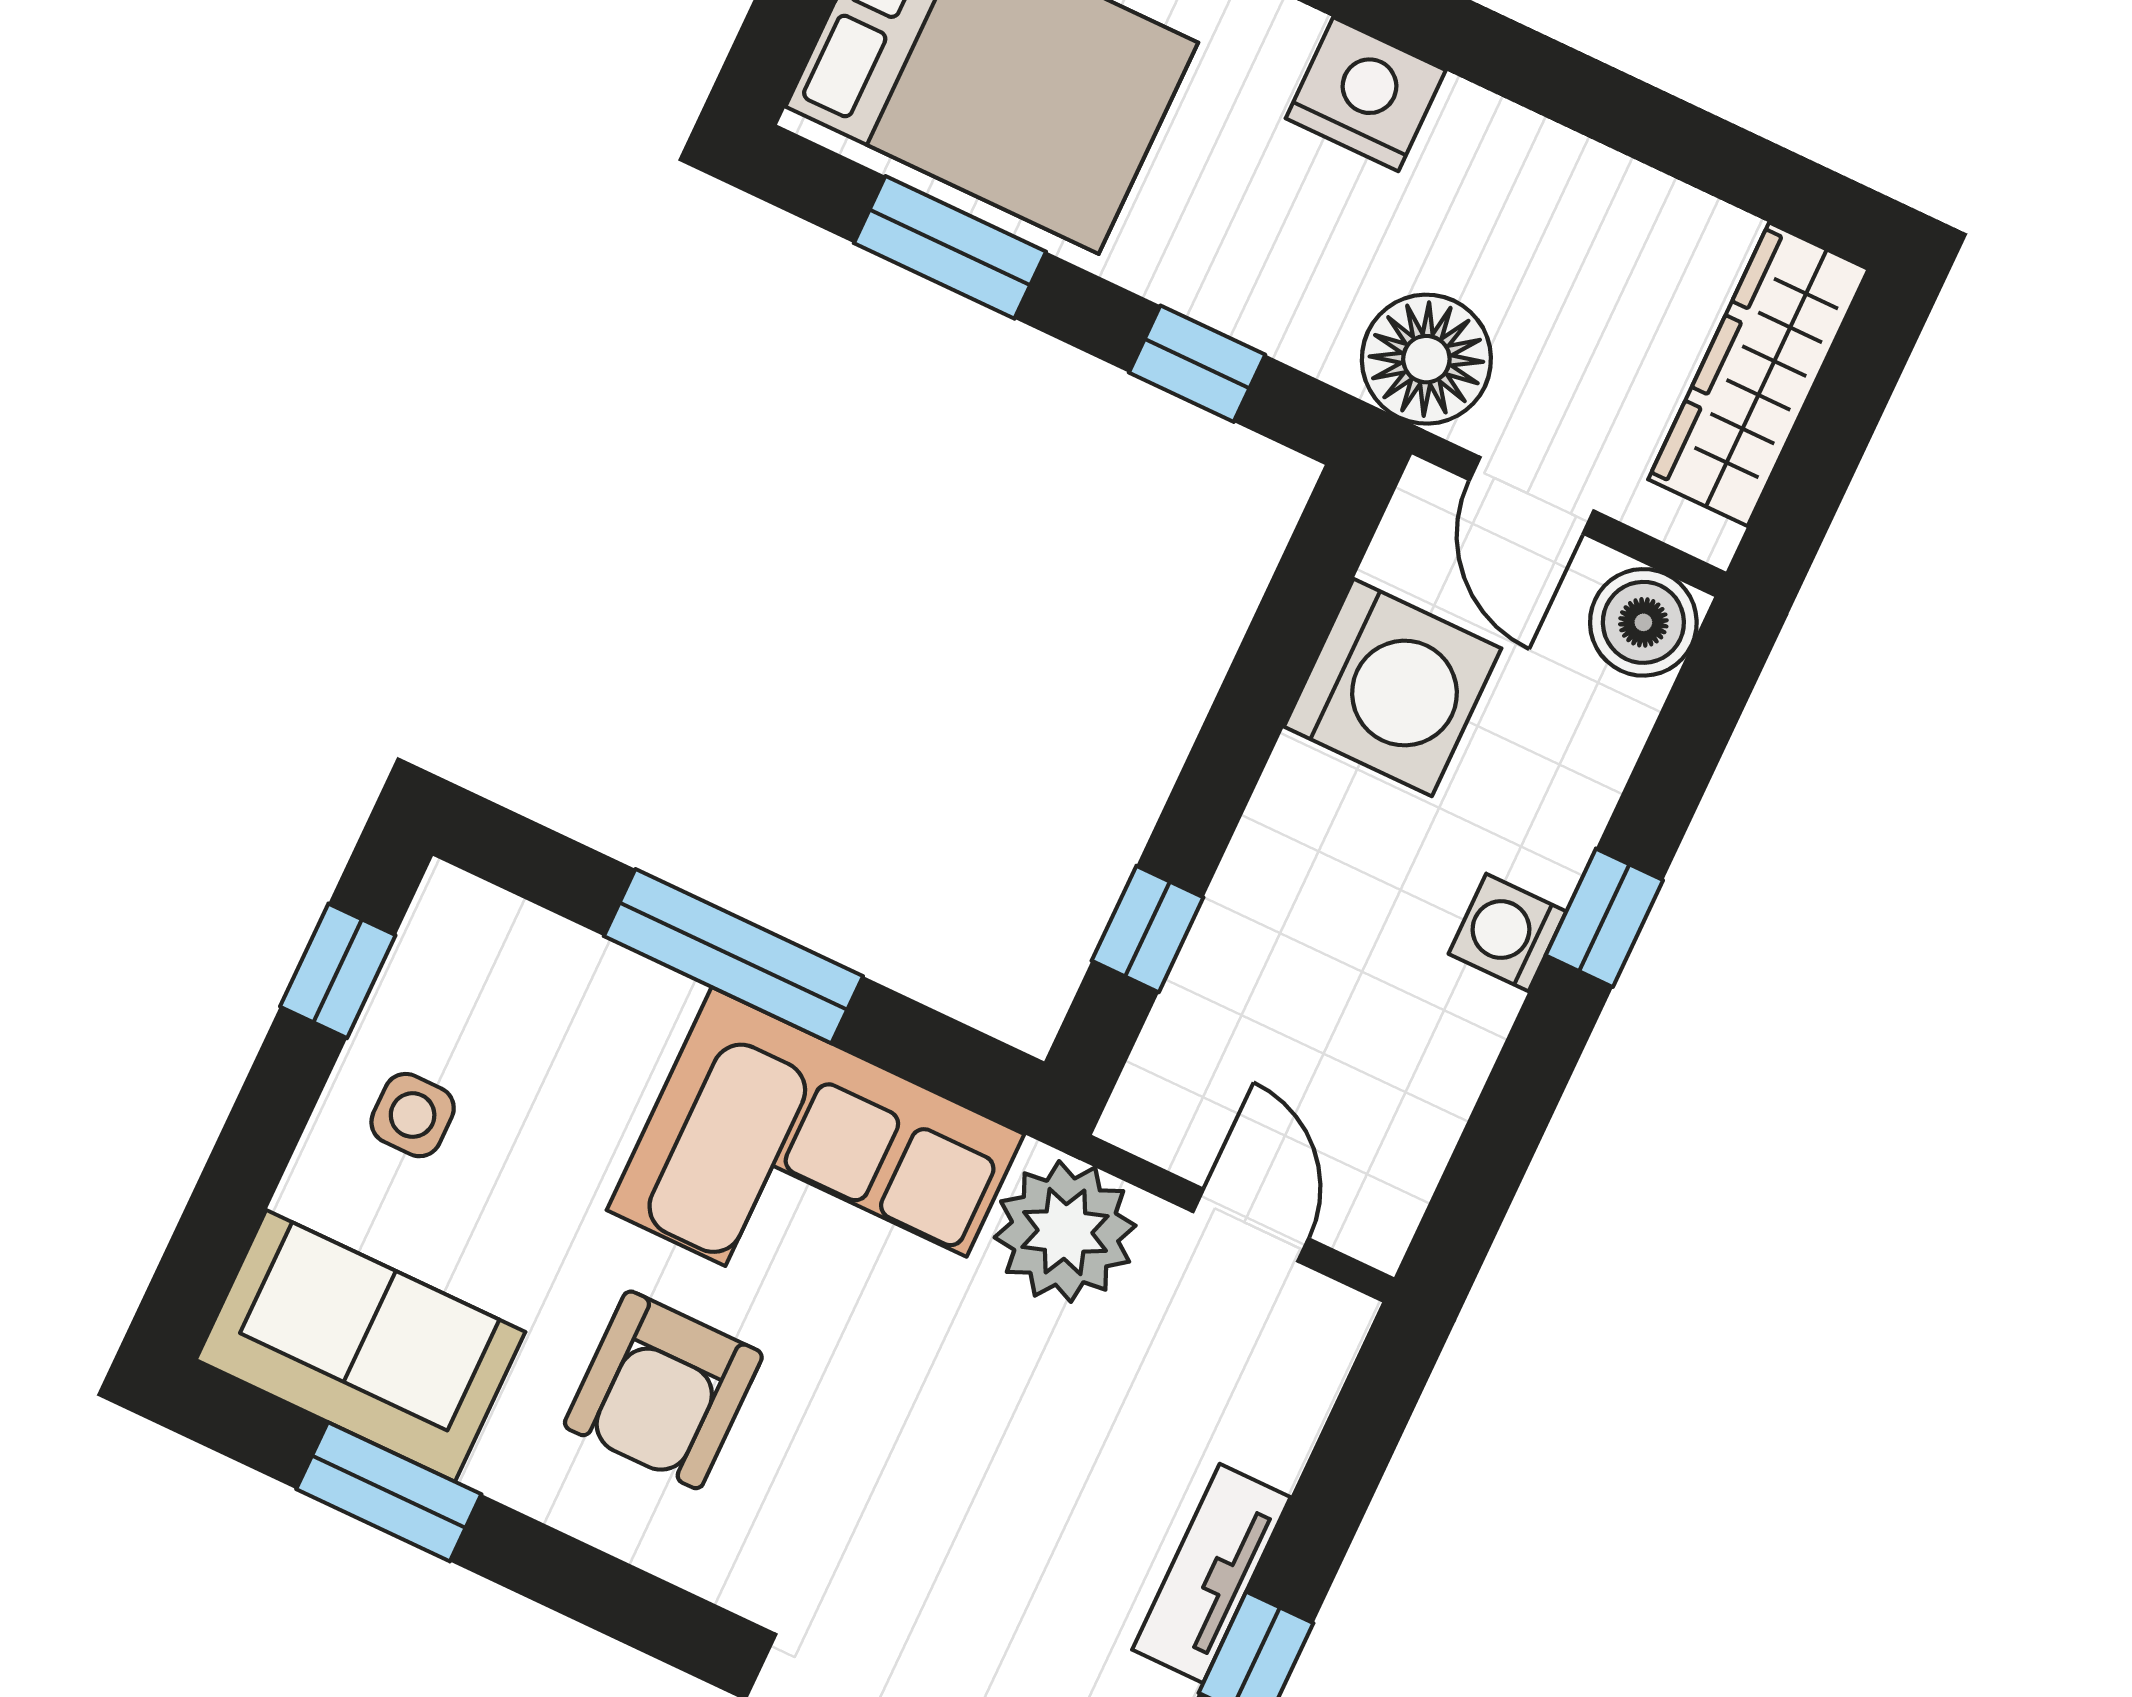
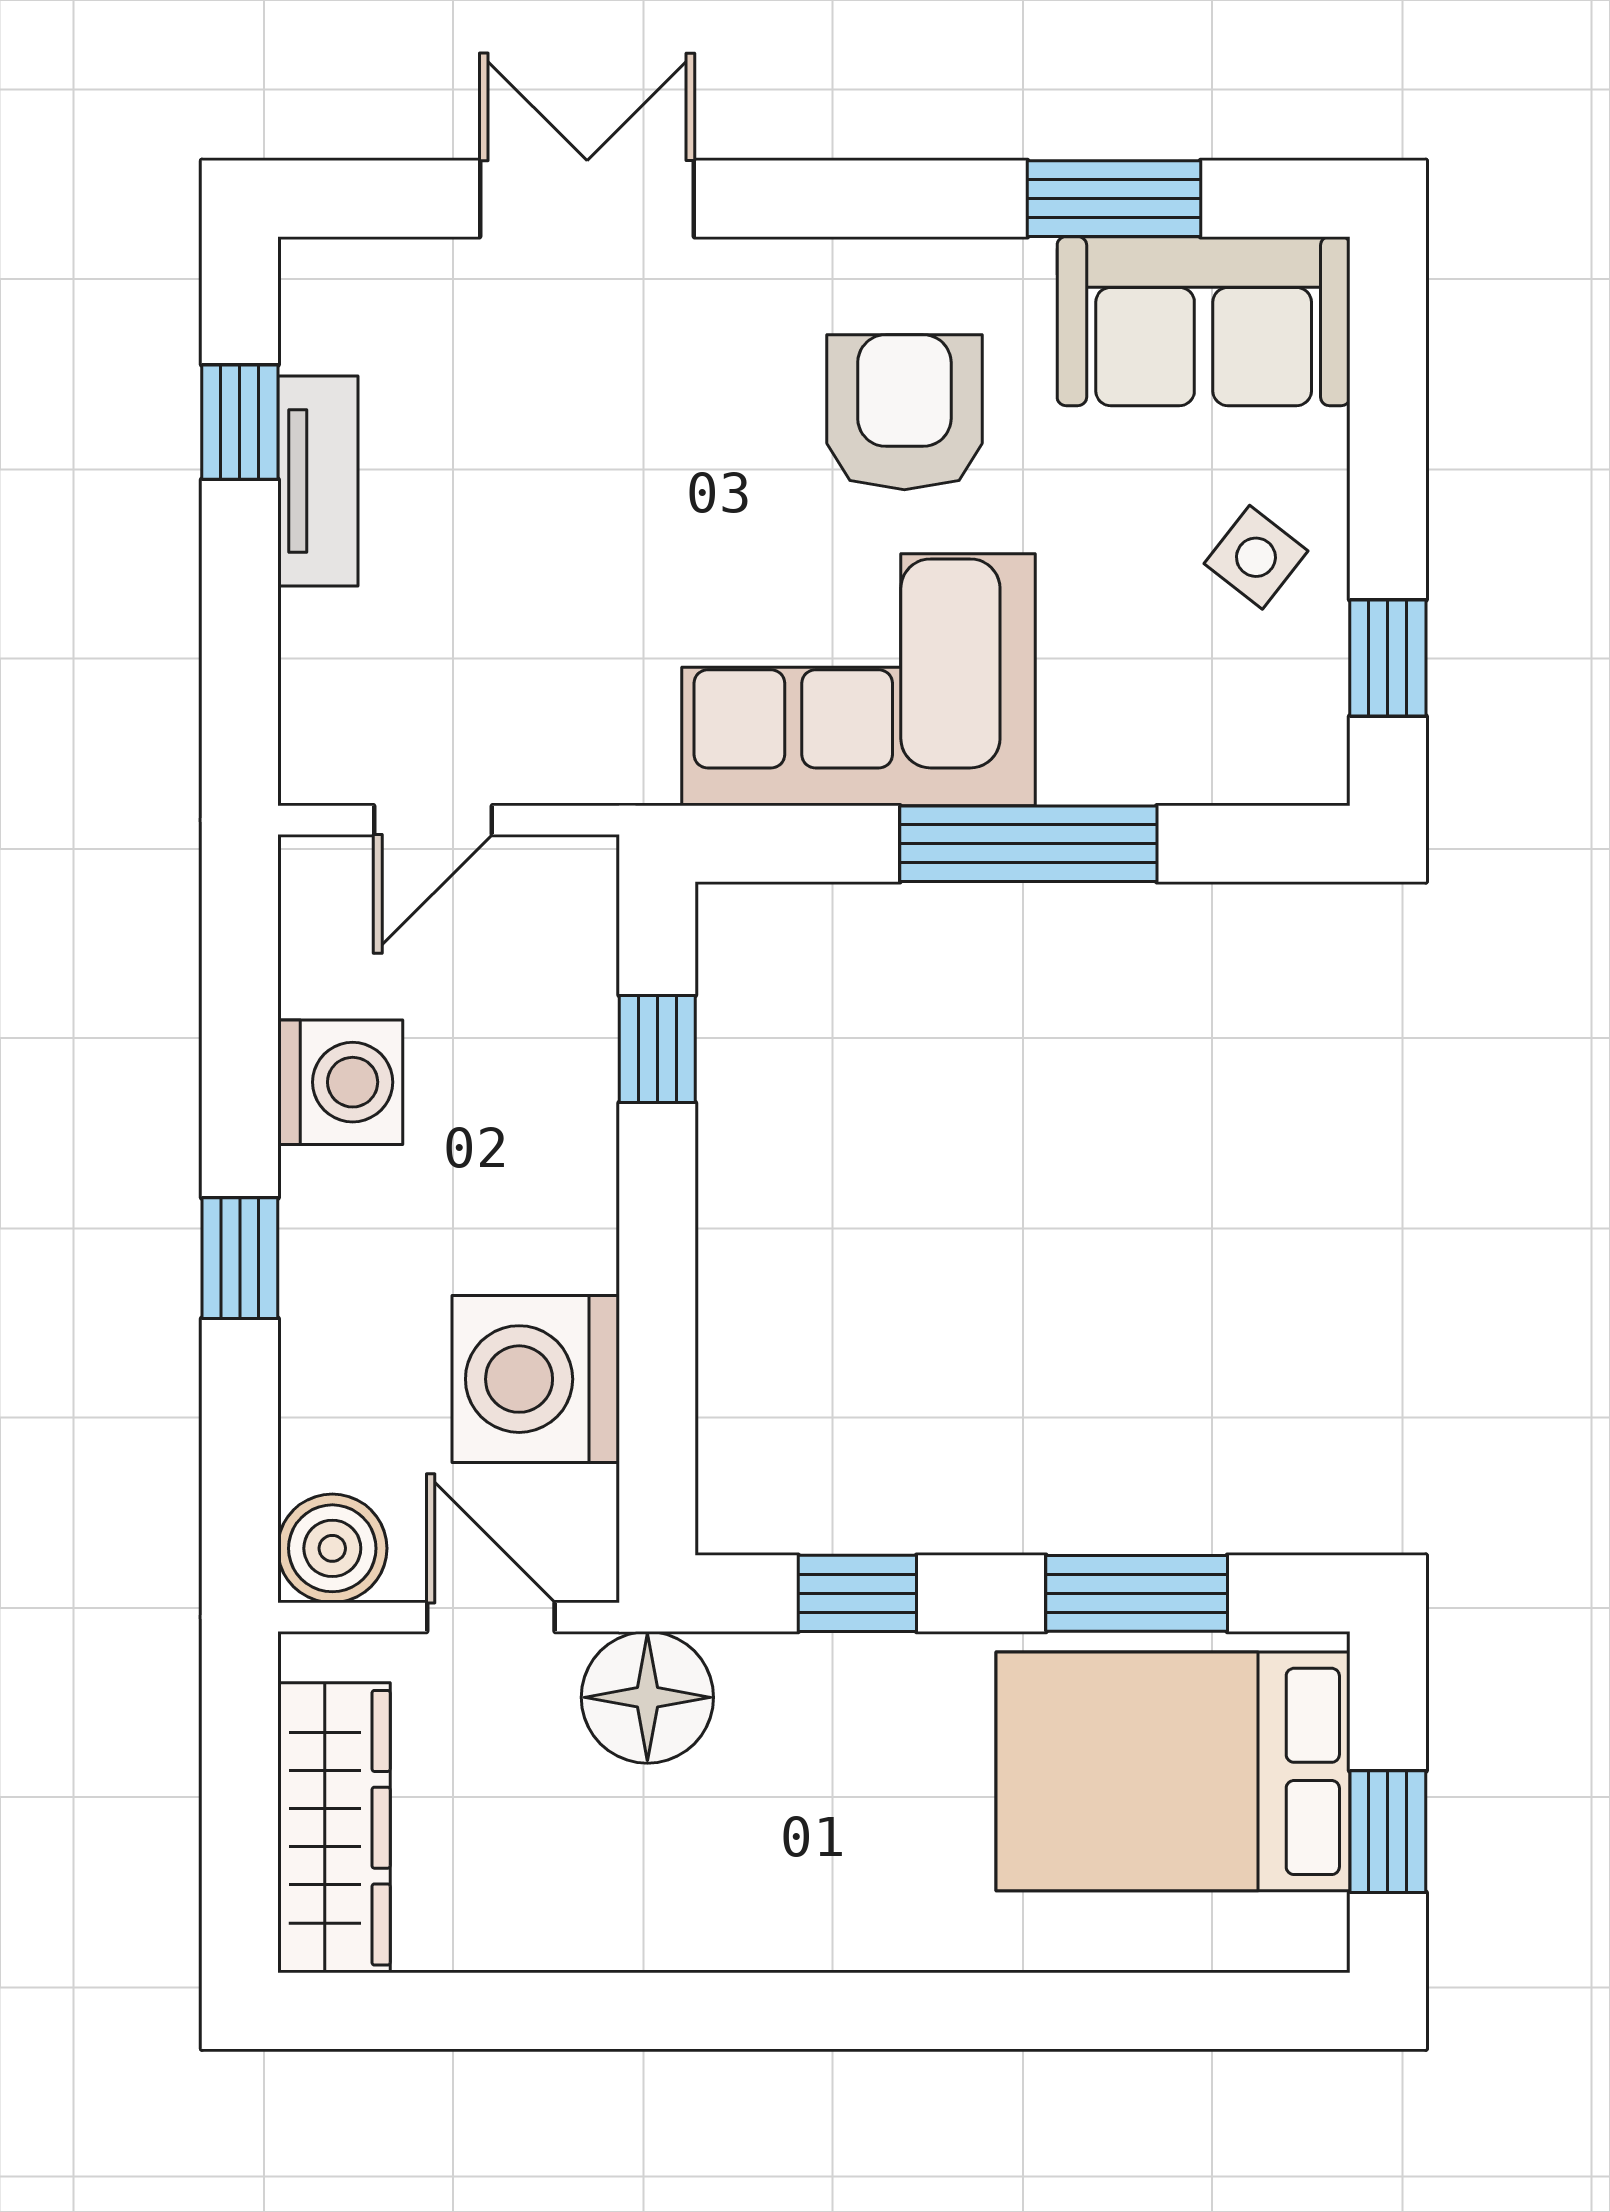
nightstand: (1366, 94) -> (819, 1916), removed
washing machine: (1507, 933) -> (340, 1082), moved, width x1.38, depth x1.38
side table: (413, 1115) -> (1256, 557), turned 38
door: (1251, 1225) -> (433, 820), hinge flipped
plant: (1065, 1232) -> (602, 733), removed

